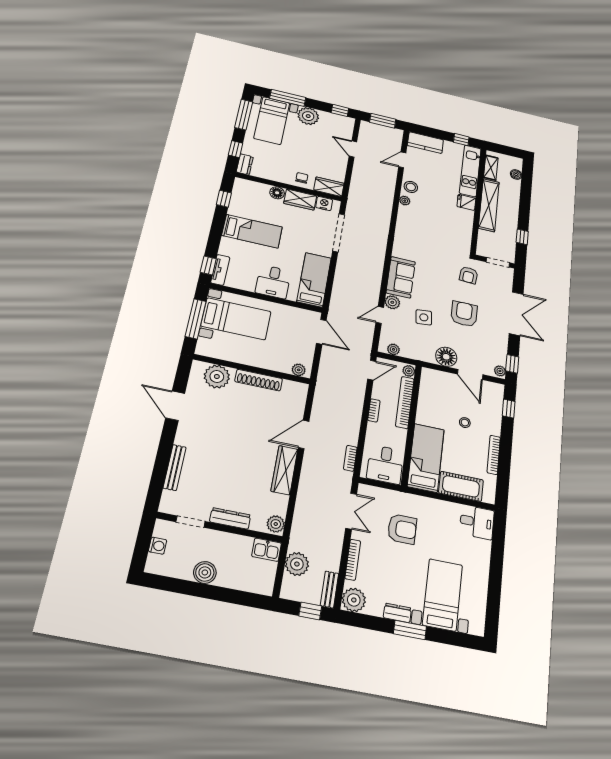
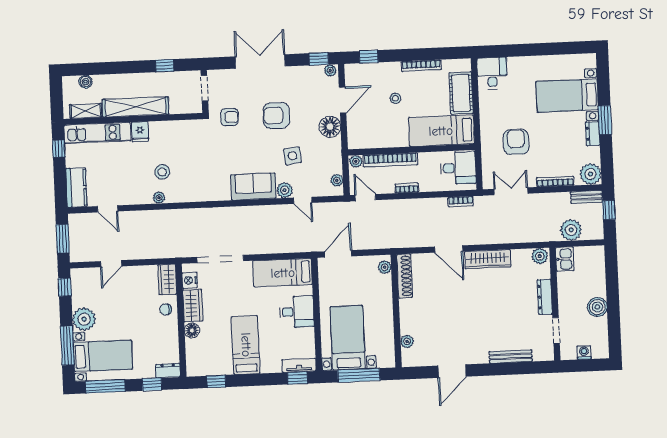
stool: (411, 187) -> (162, 172), moved
plant: (217, 377) -> (407, 341), width x0.53, depth x0.53
shoe rack: (259, 380) -> (404, 276), moved

